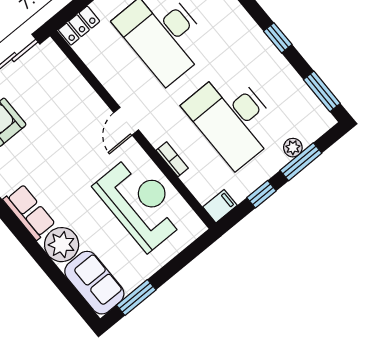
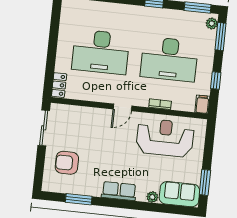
door: (126, 121) -> (123, 107), hinge flipped
plant: (293, 148) -> (212, 24), moved
window: (301, 162) -> (220, 36), moved
plant: (62, 245) -> (152, 197), width x0.53, depth x0.53

